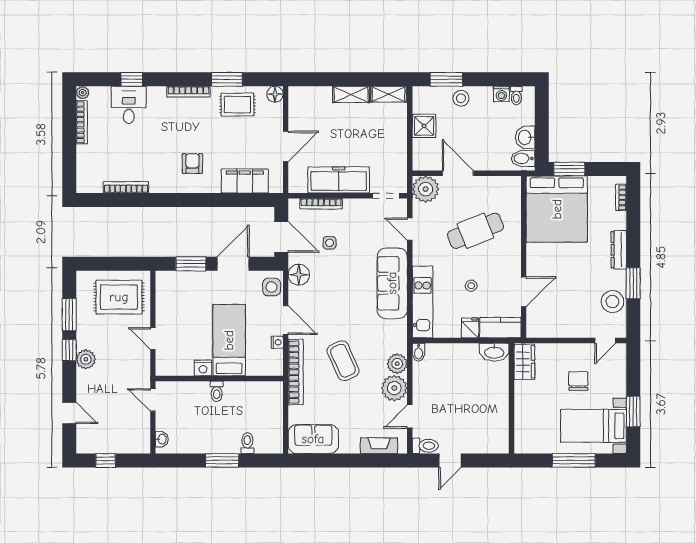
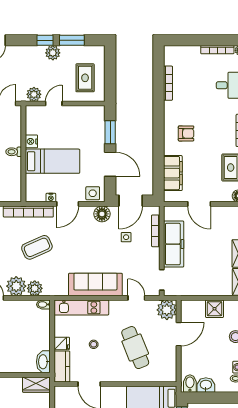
door: (410, 229) -> (136, 298), hinge flipped
rug: (119, 297) -> (85, 78), width x0.73, depth x0.70
plant: (86, 359) -> (53, 53), moved
plant: (141, 365) -> (34, 94), added

